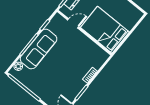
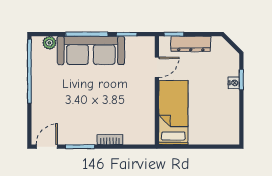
door: (73, 23) -> (157, 67), hinge flipped
bed: (105, 30) -> (173, 113), width x0.67

